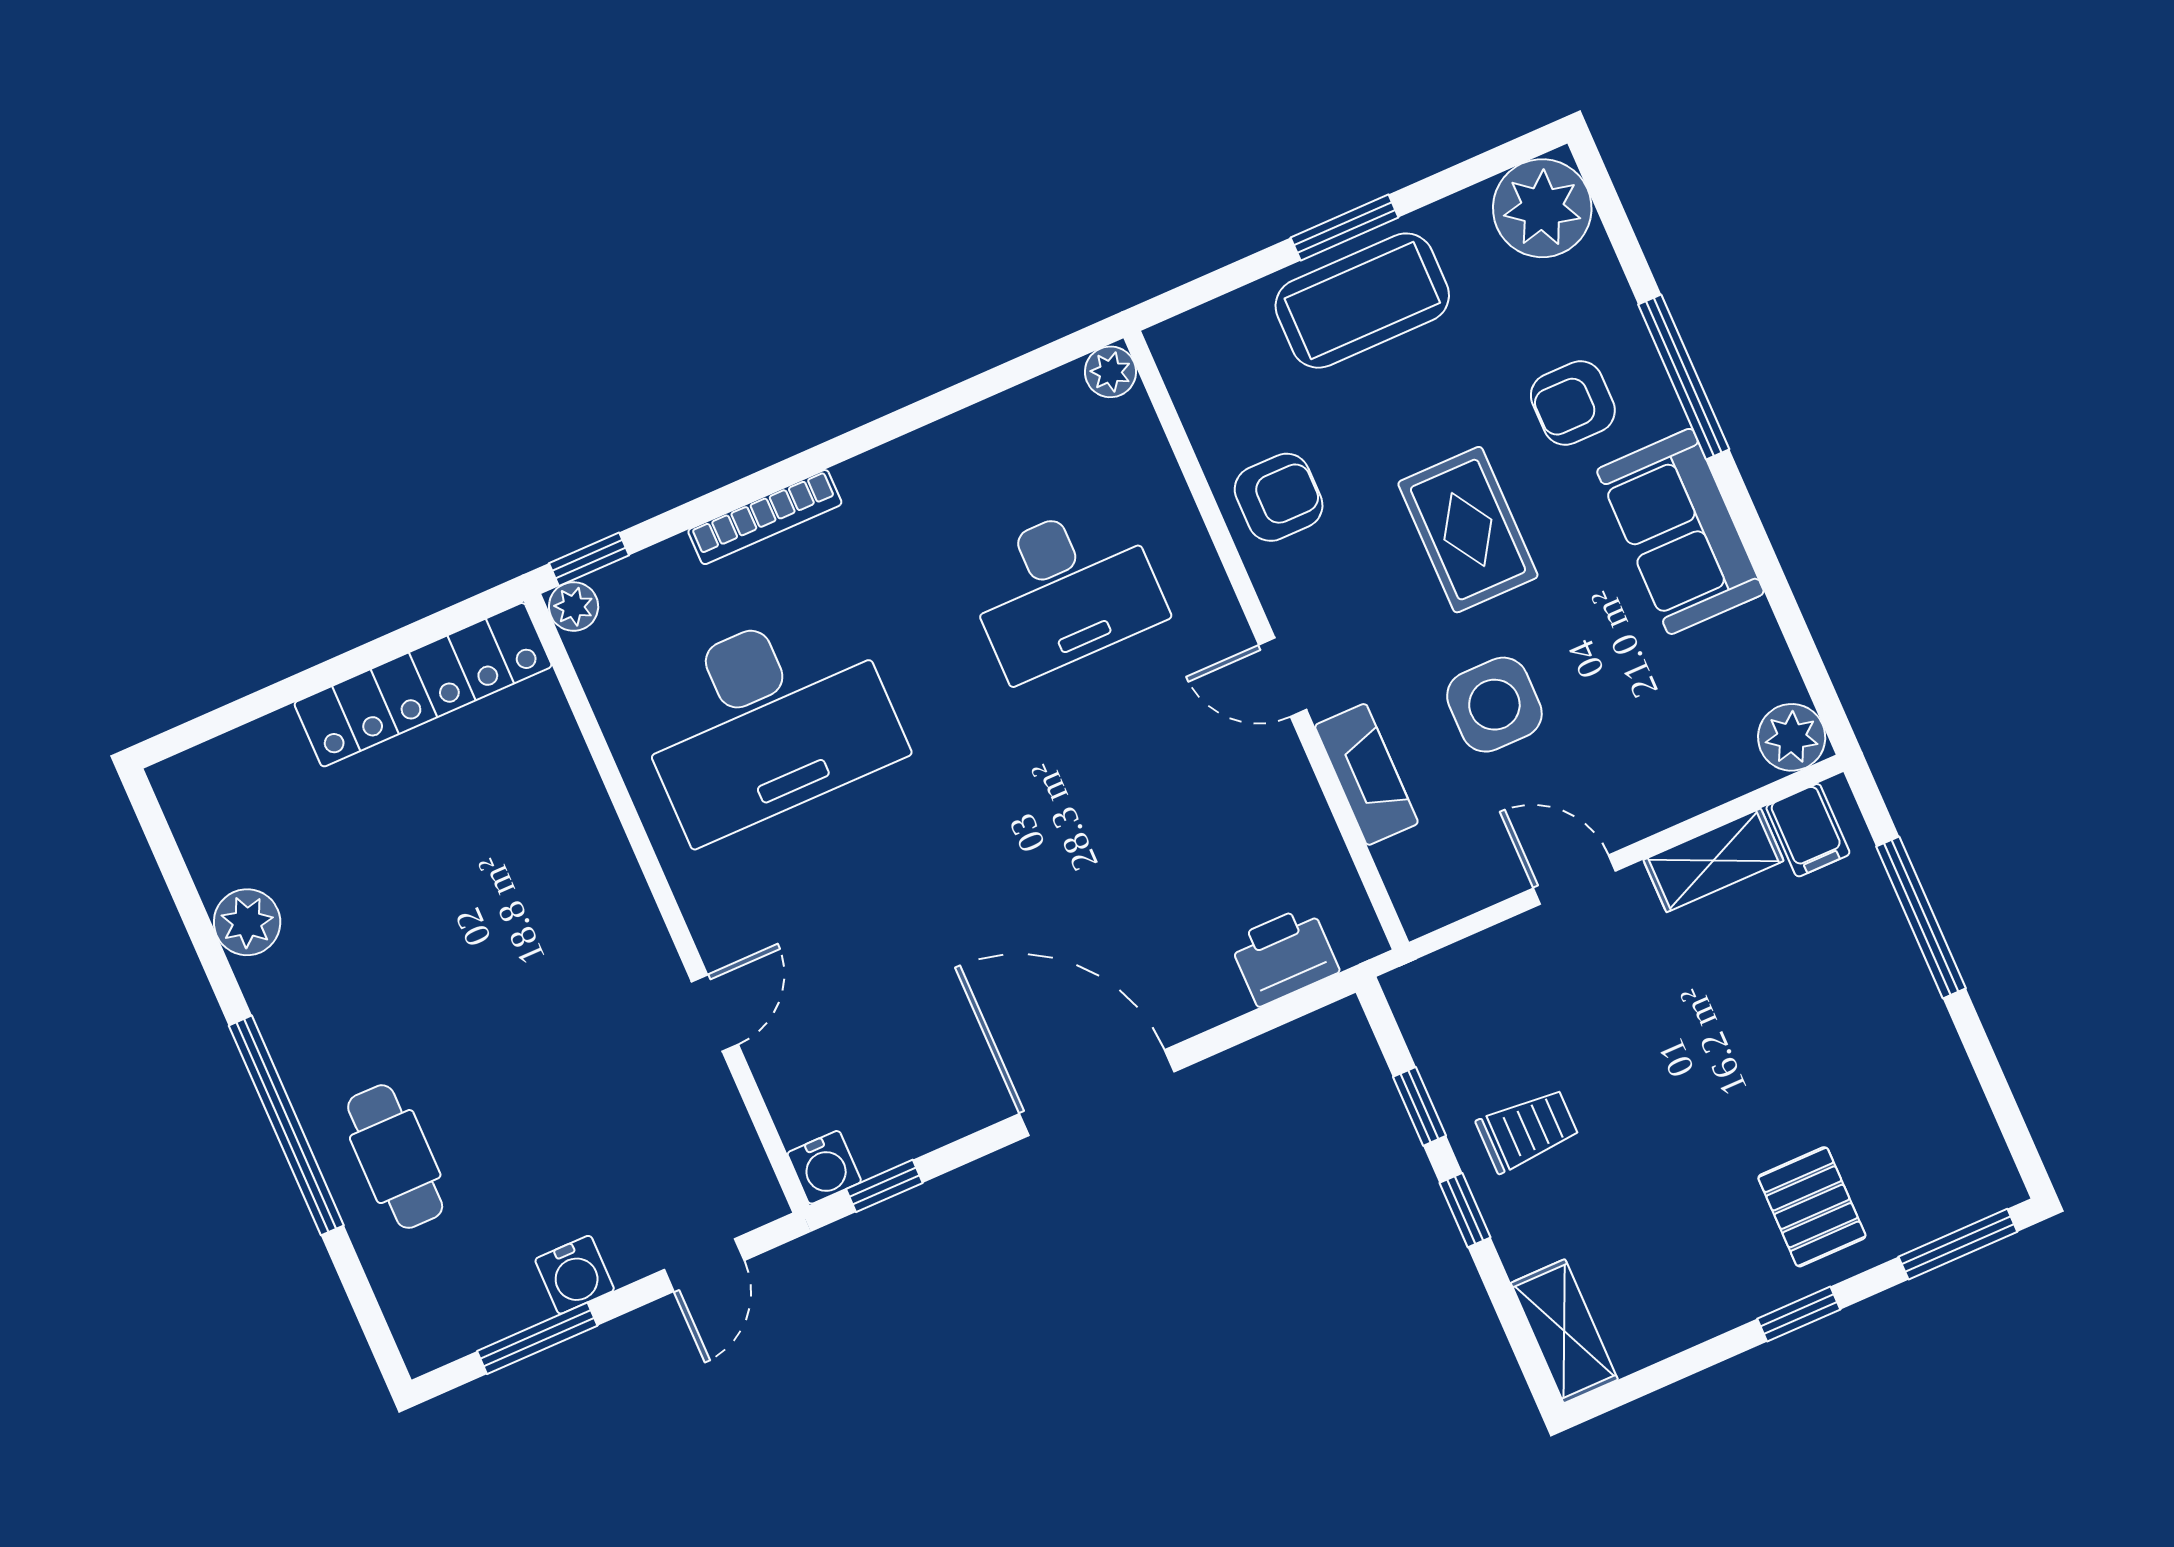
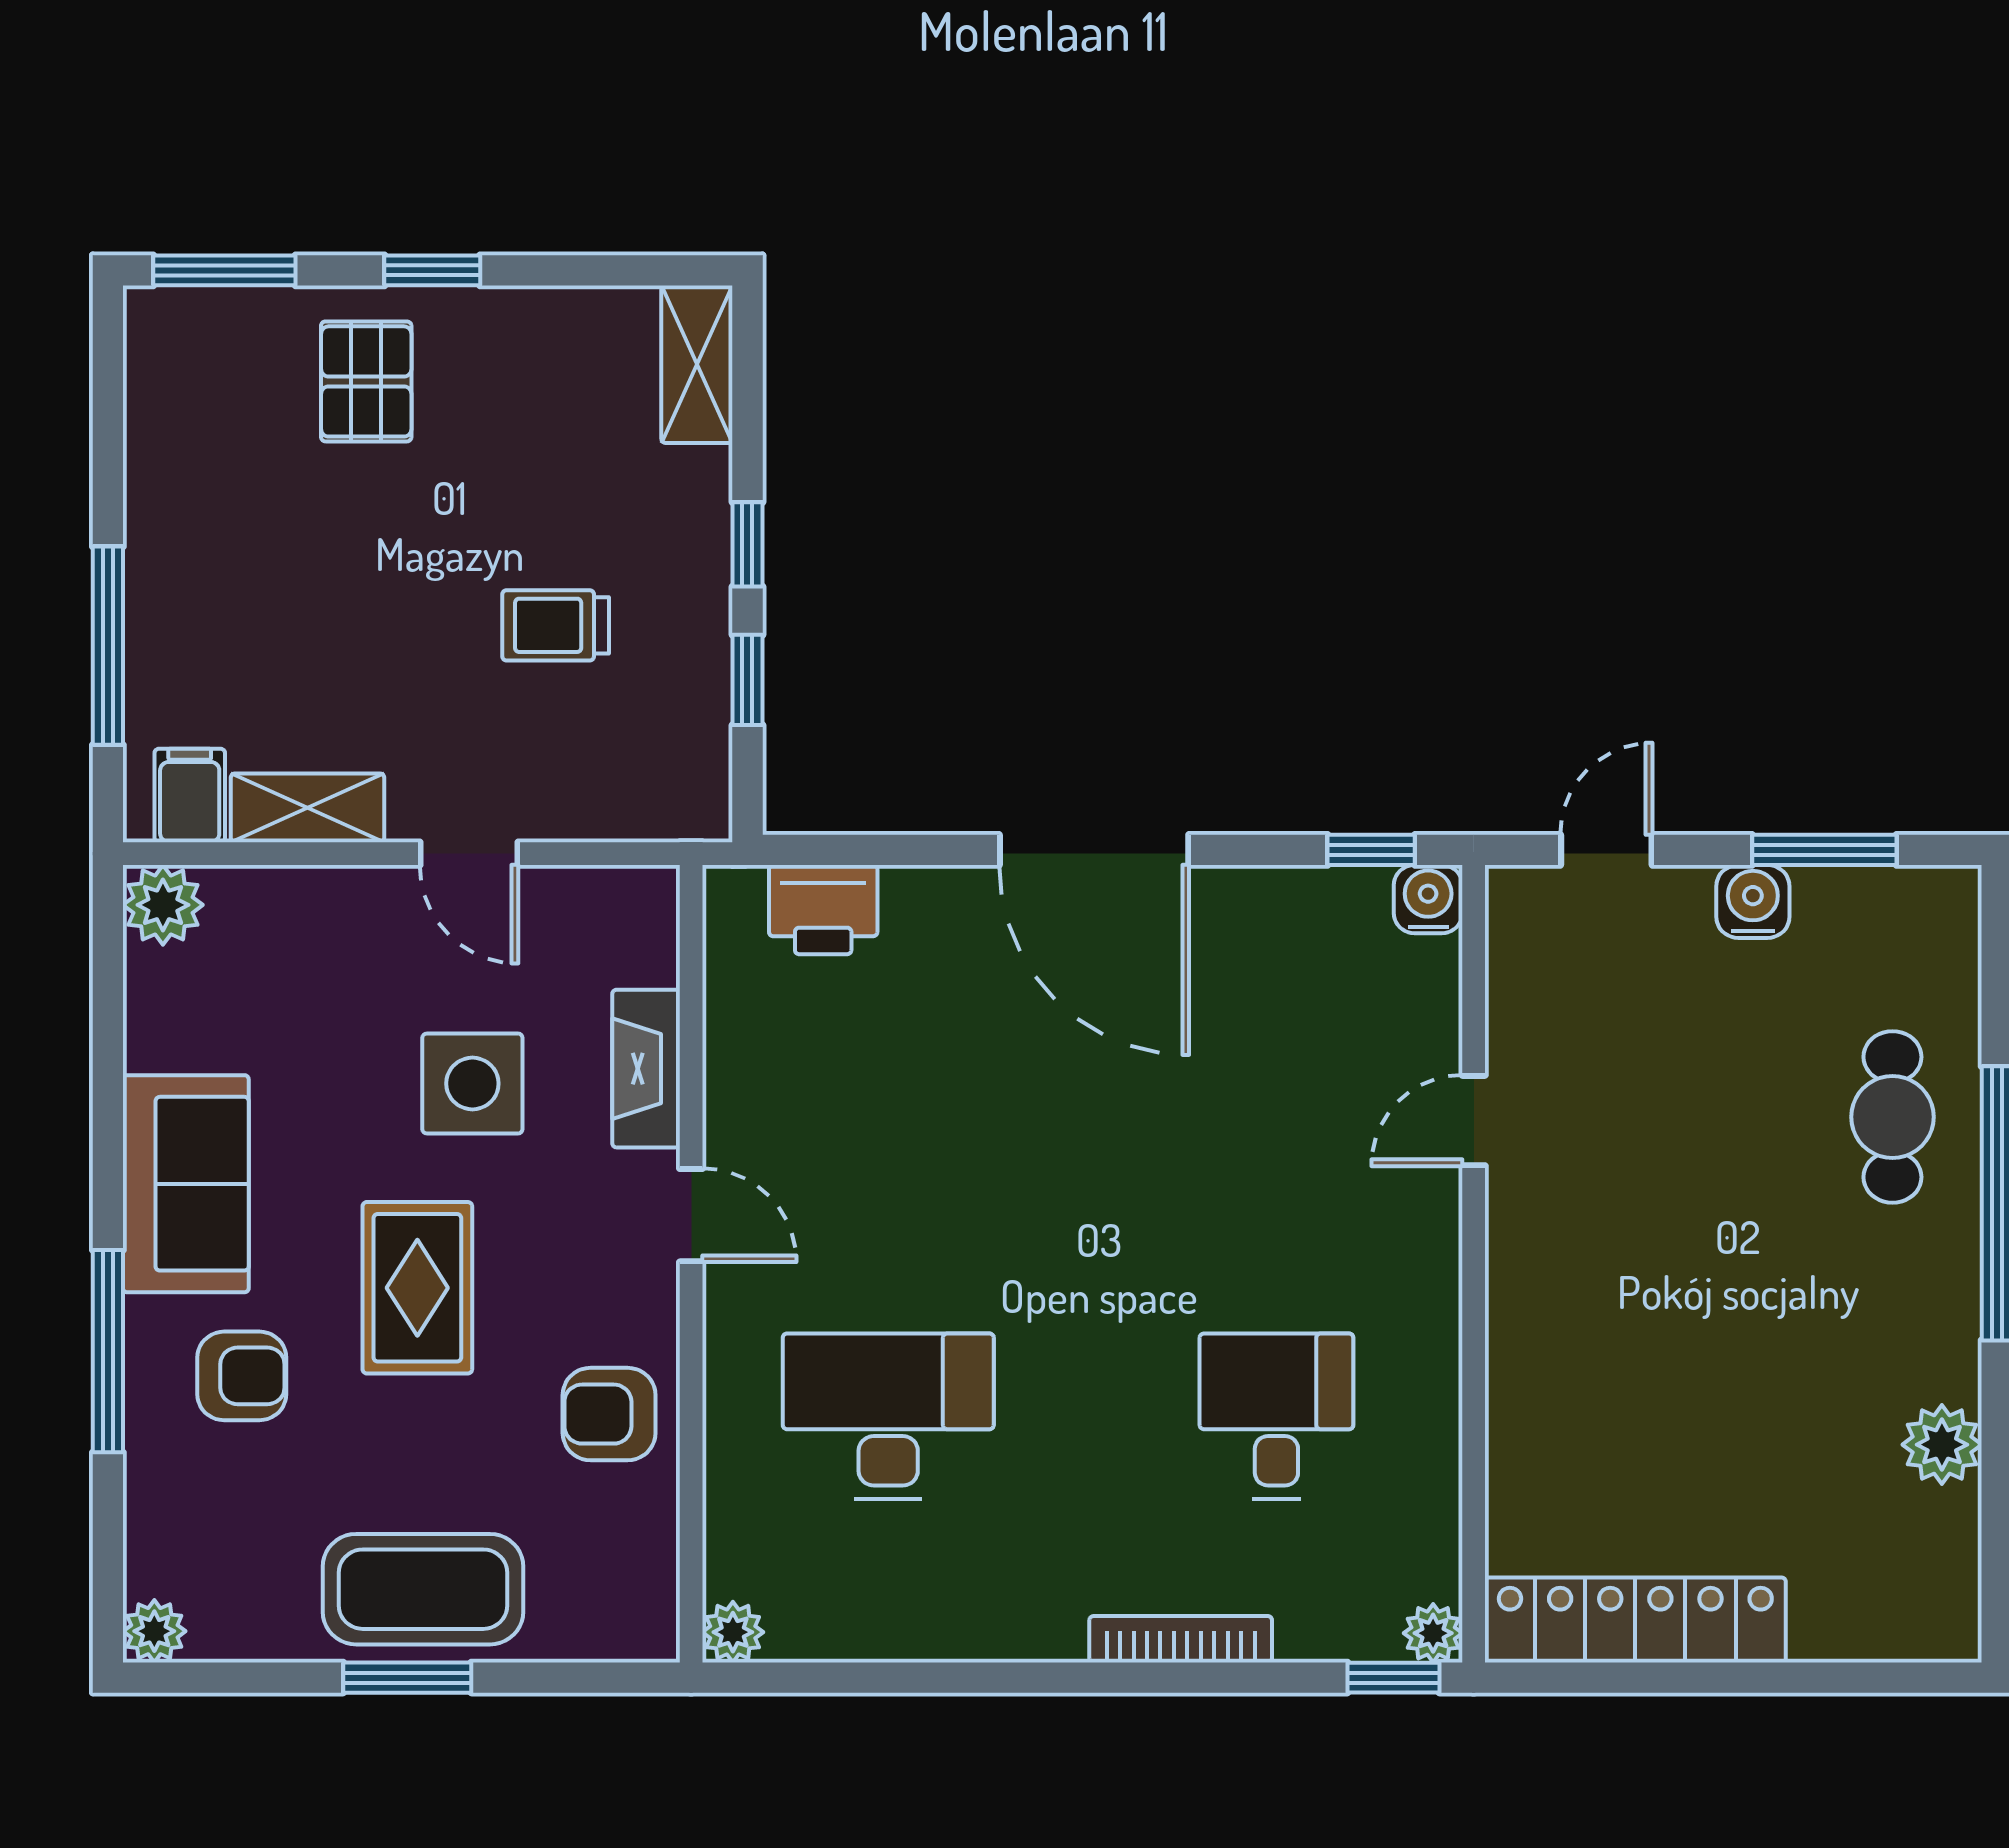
plant: (1542, 208) -> (154, 1631), width x0.53, depth x0.53
desk: (767, 720) -> (1276, 1416), width x0.53, depth x0.77
trolley: (1528, 1130) -> (556, 625), moved

